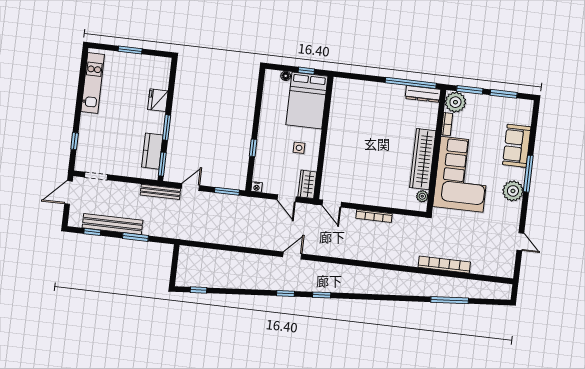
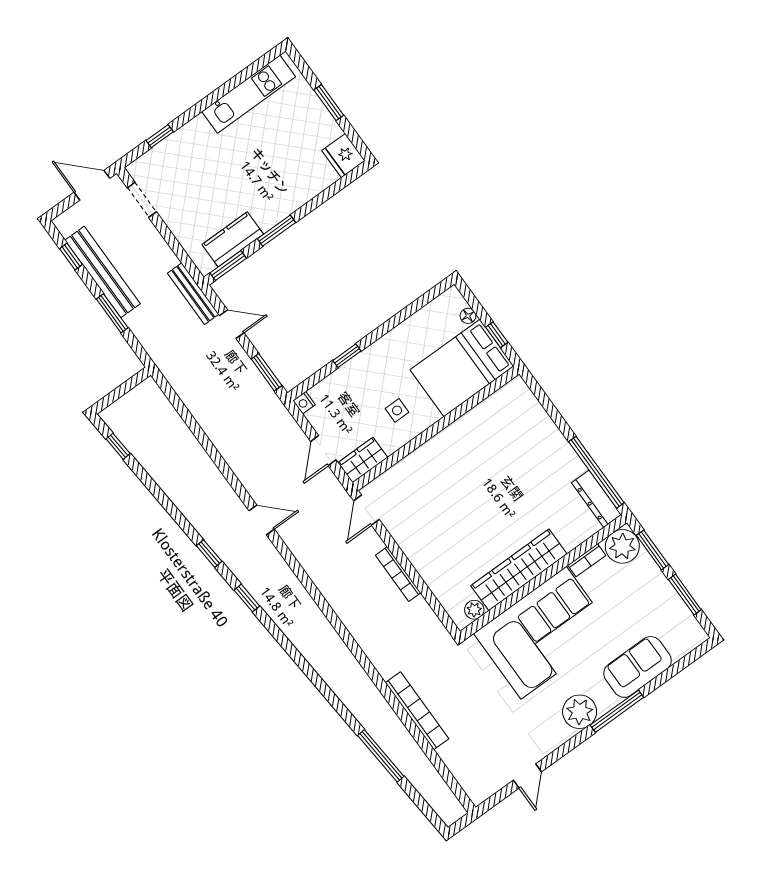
fridge: (158, 100) -> (343, 156), moved, turned -90

